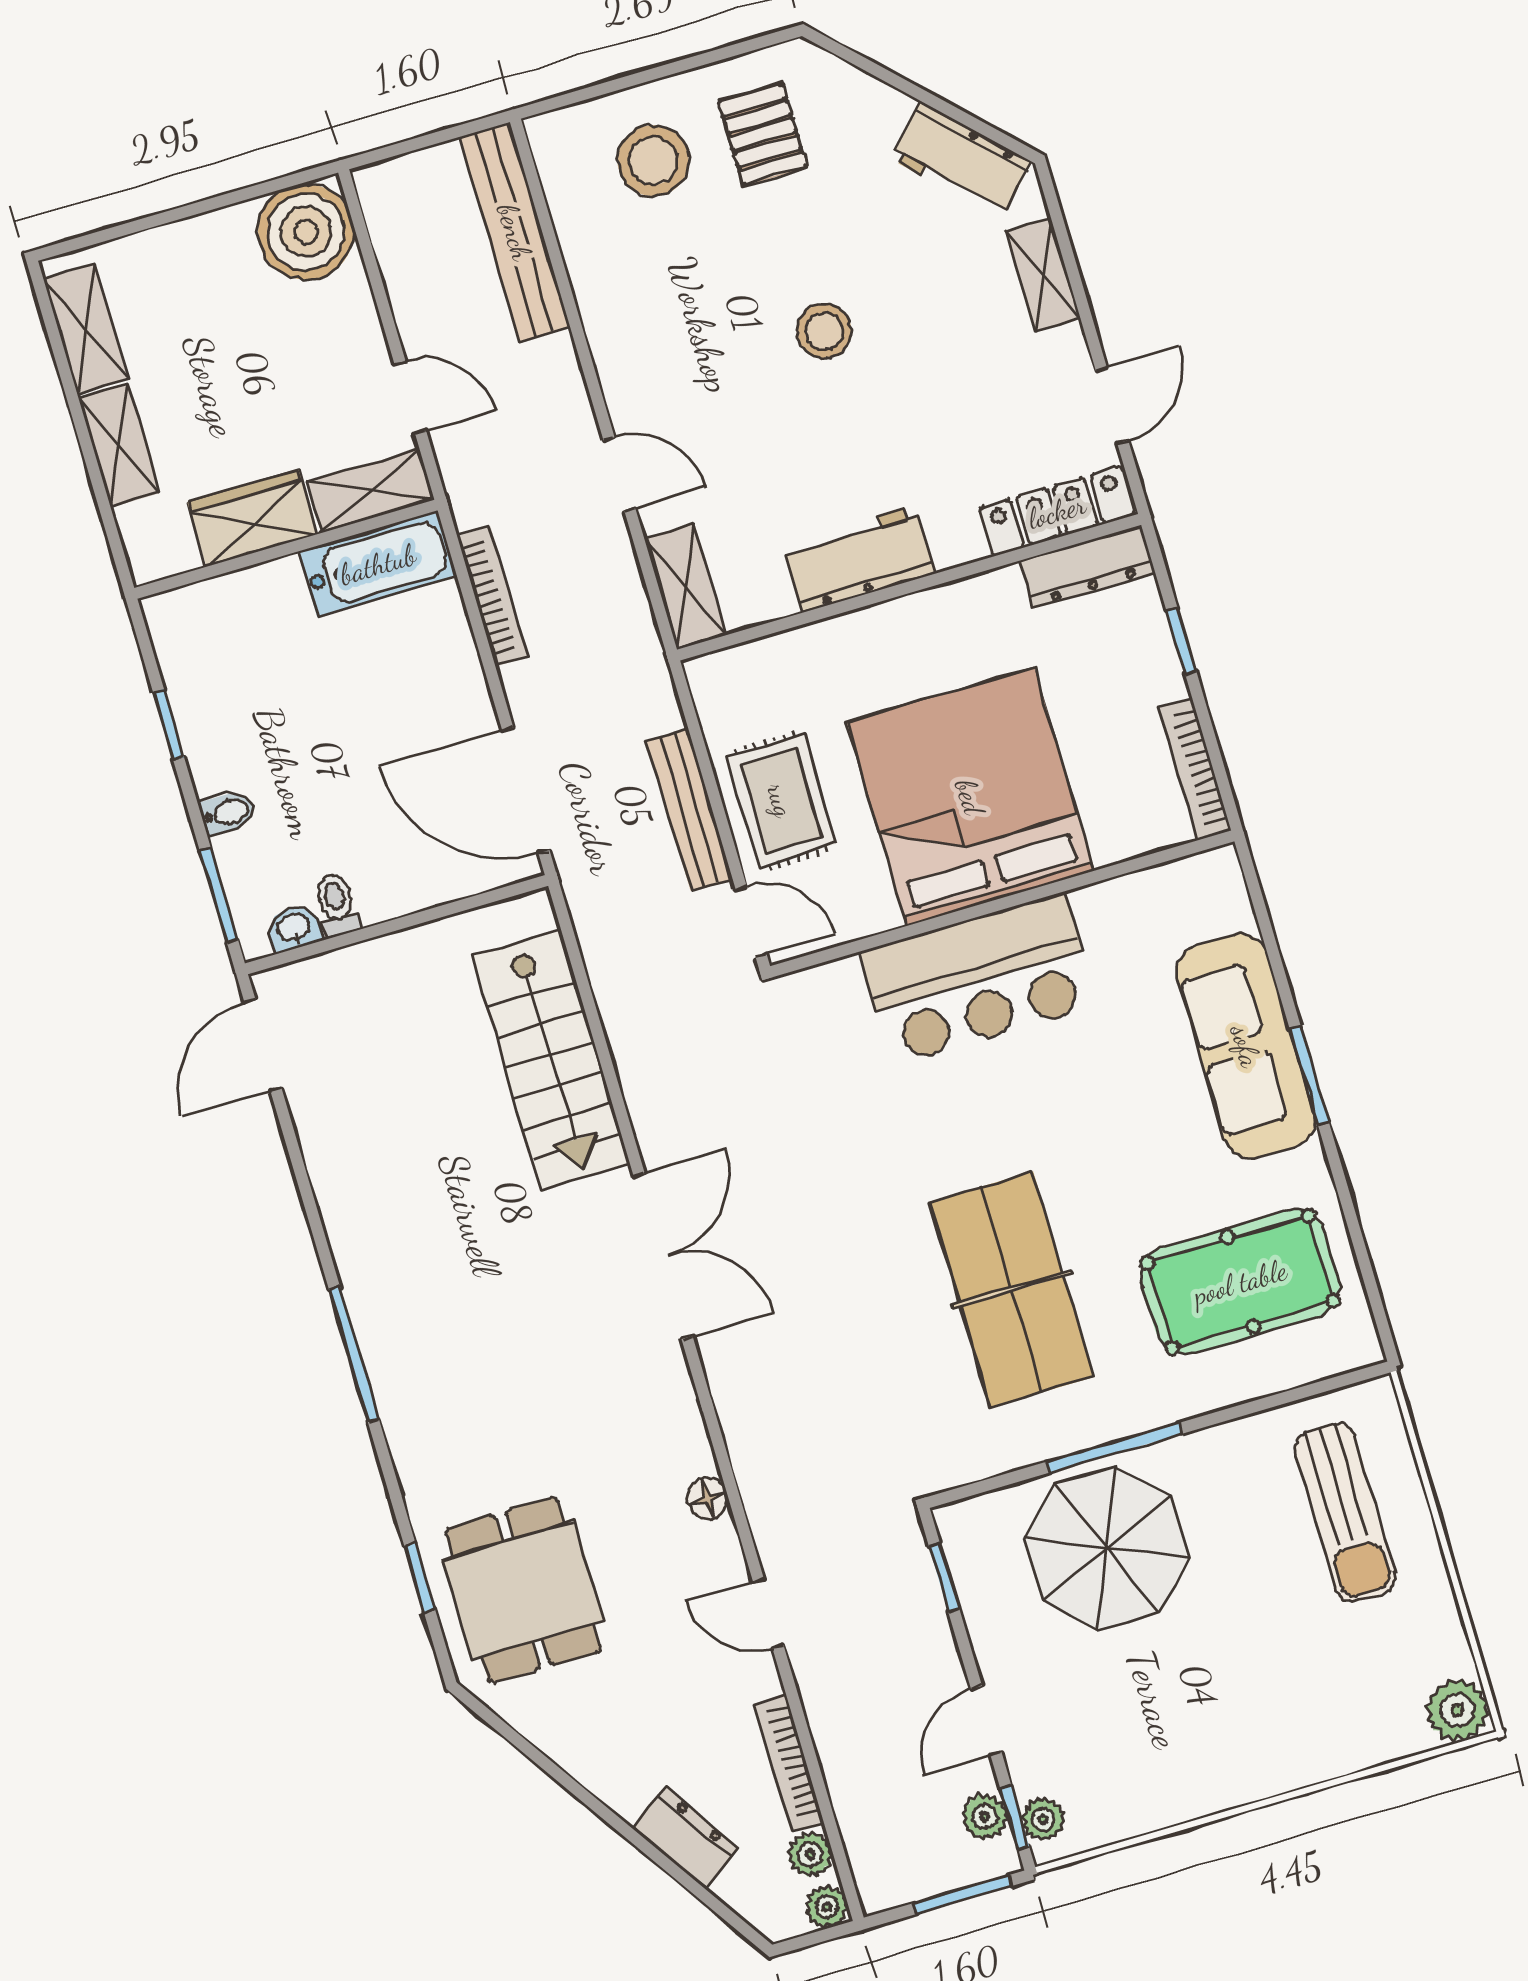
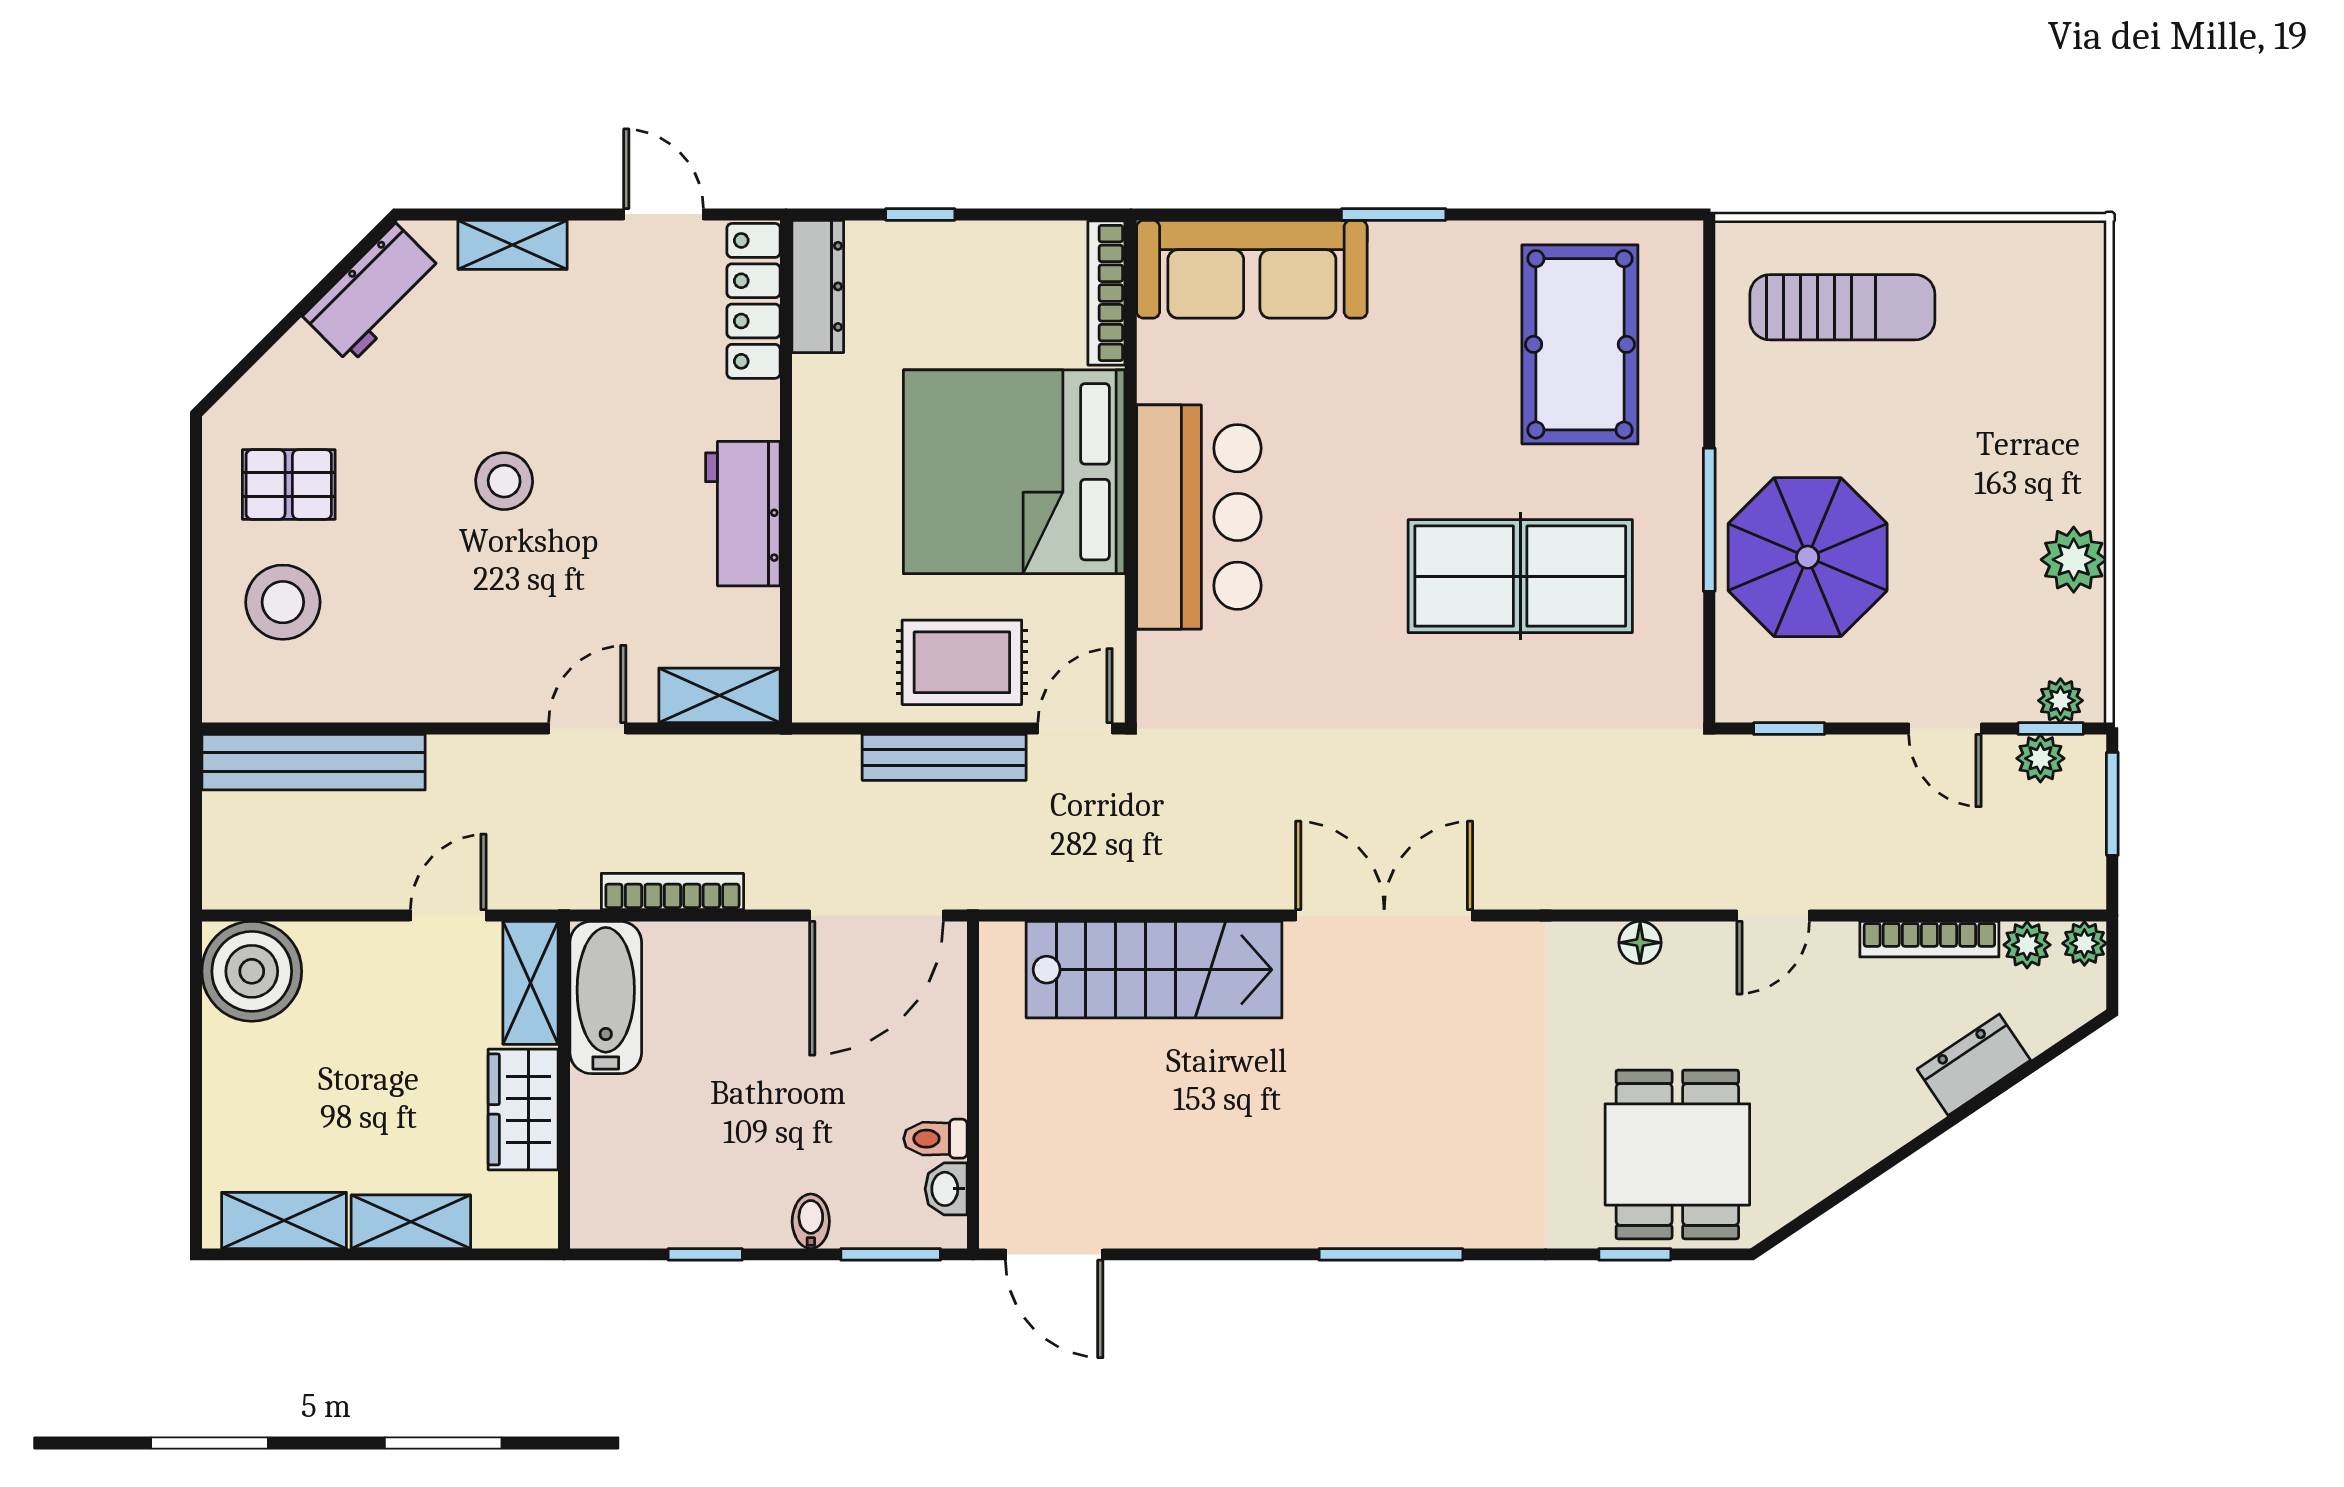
bookcase: (1195, 769) -> (1106, 293), moved, turned 90
sofa: (1246, 1046) -> (1252, 269), moved
dining table: (523, 1590) -> (1677, 1154), turned 90
plant: (1458, 1710) -> (2074, 560), moved

